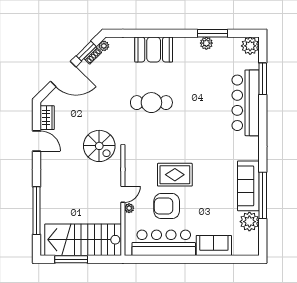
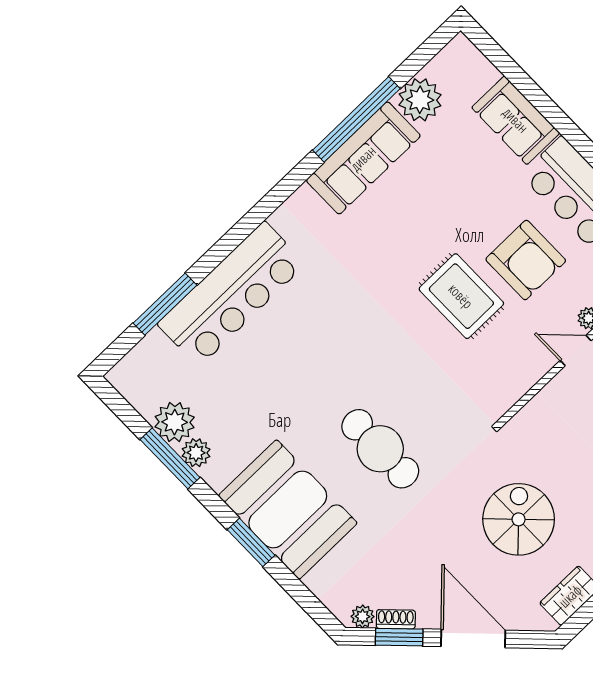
window: (161, 33) -> (251, 542), added
plant: (250, 46) -> (175, 422), moved
booth: (154, 49) -> (288, 509), width x1.36, depth x1.42
spiral stairs: (99, 146) -> (519, 519), moved

